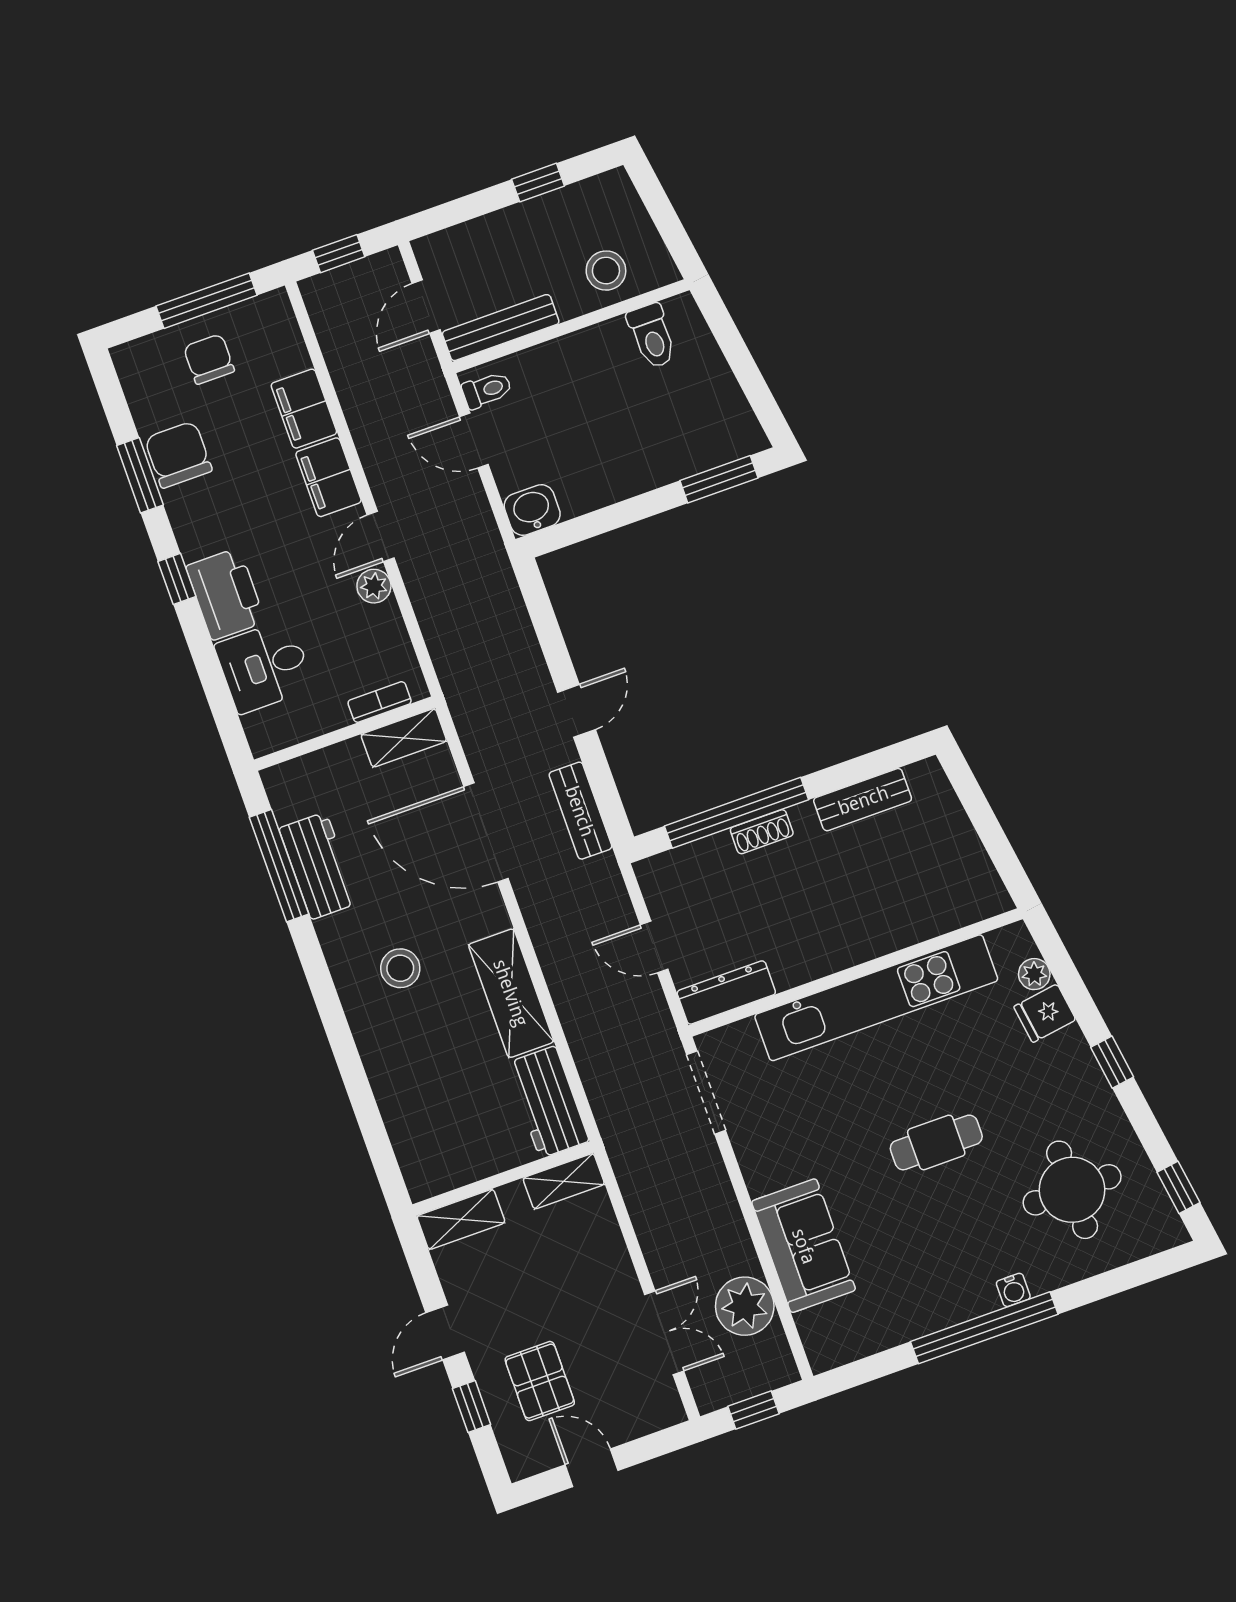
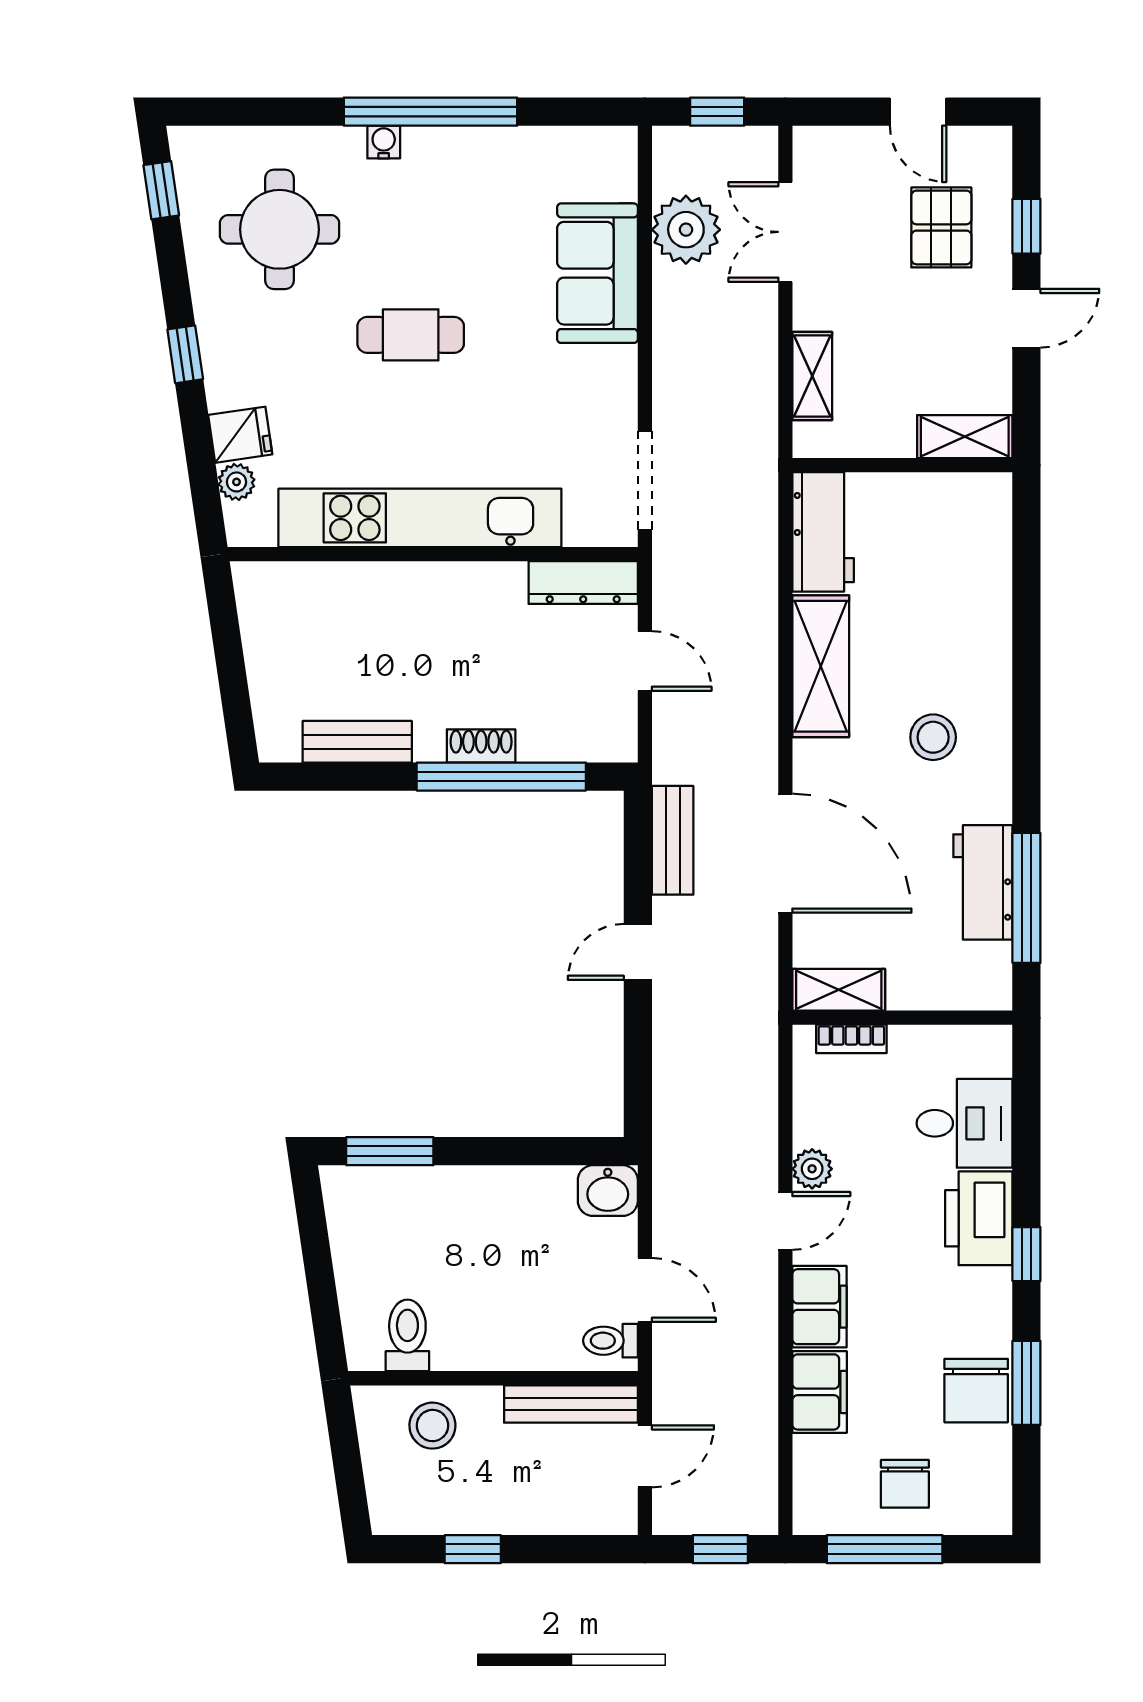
shelving: (564, 1181) -> (812, 376), moved, turned 90

